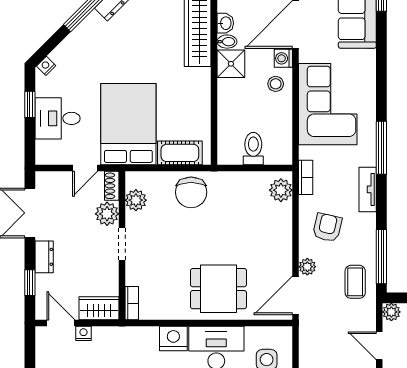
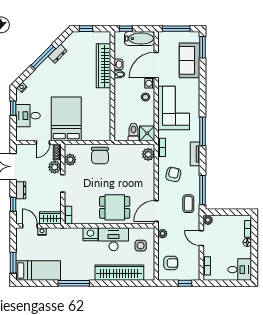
shower: (231, 64) -> (147, 133), moved
cot: (180, 153) -> (94, 134), removed
plant: (307, 267) -> (163, 234), moved

